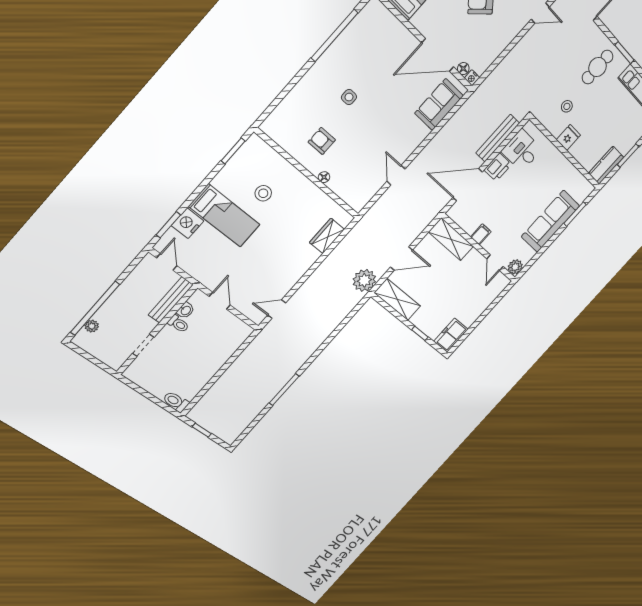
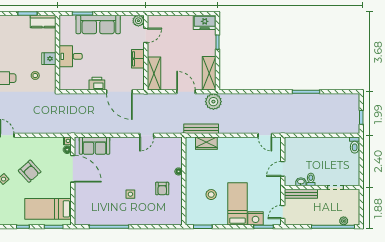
bench: (498, 138) -> (201, 129), moved
desk: (522, 150) -> (71, 56), moved, turned 90
filing cabinet: (481, 234) -> (138, 59), width x2.00

